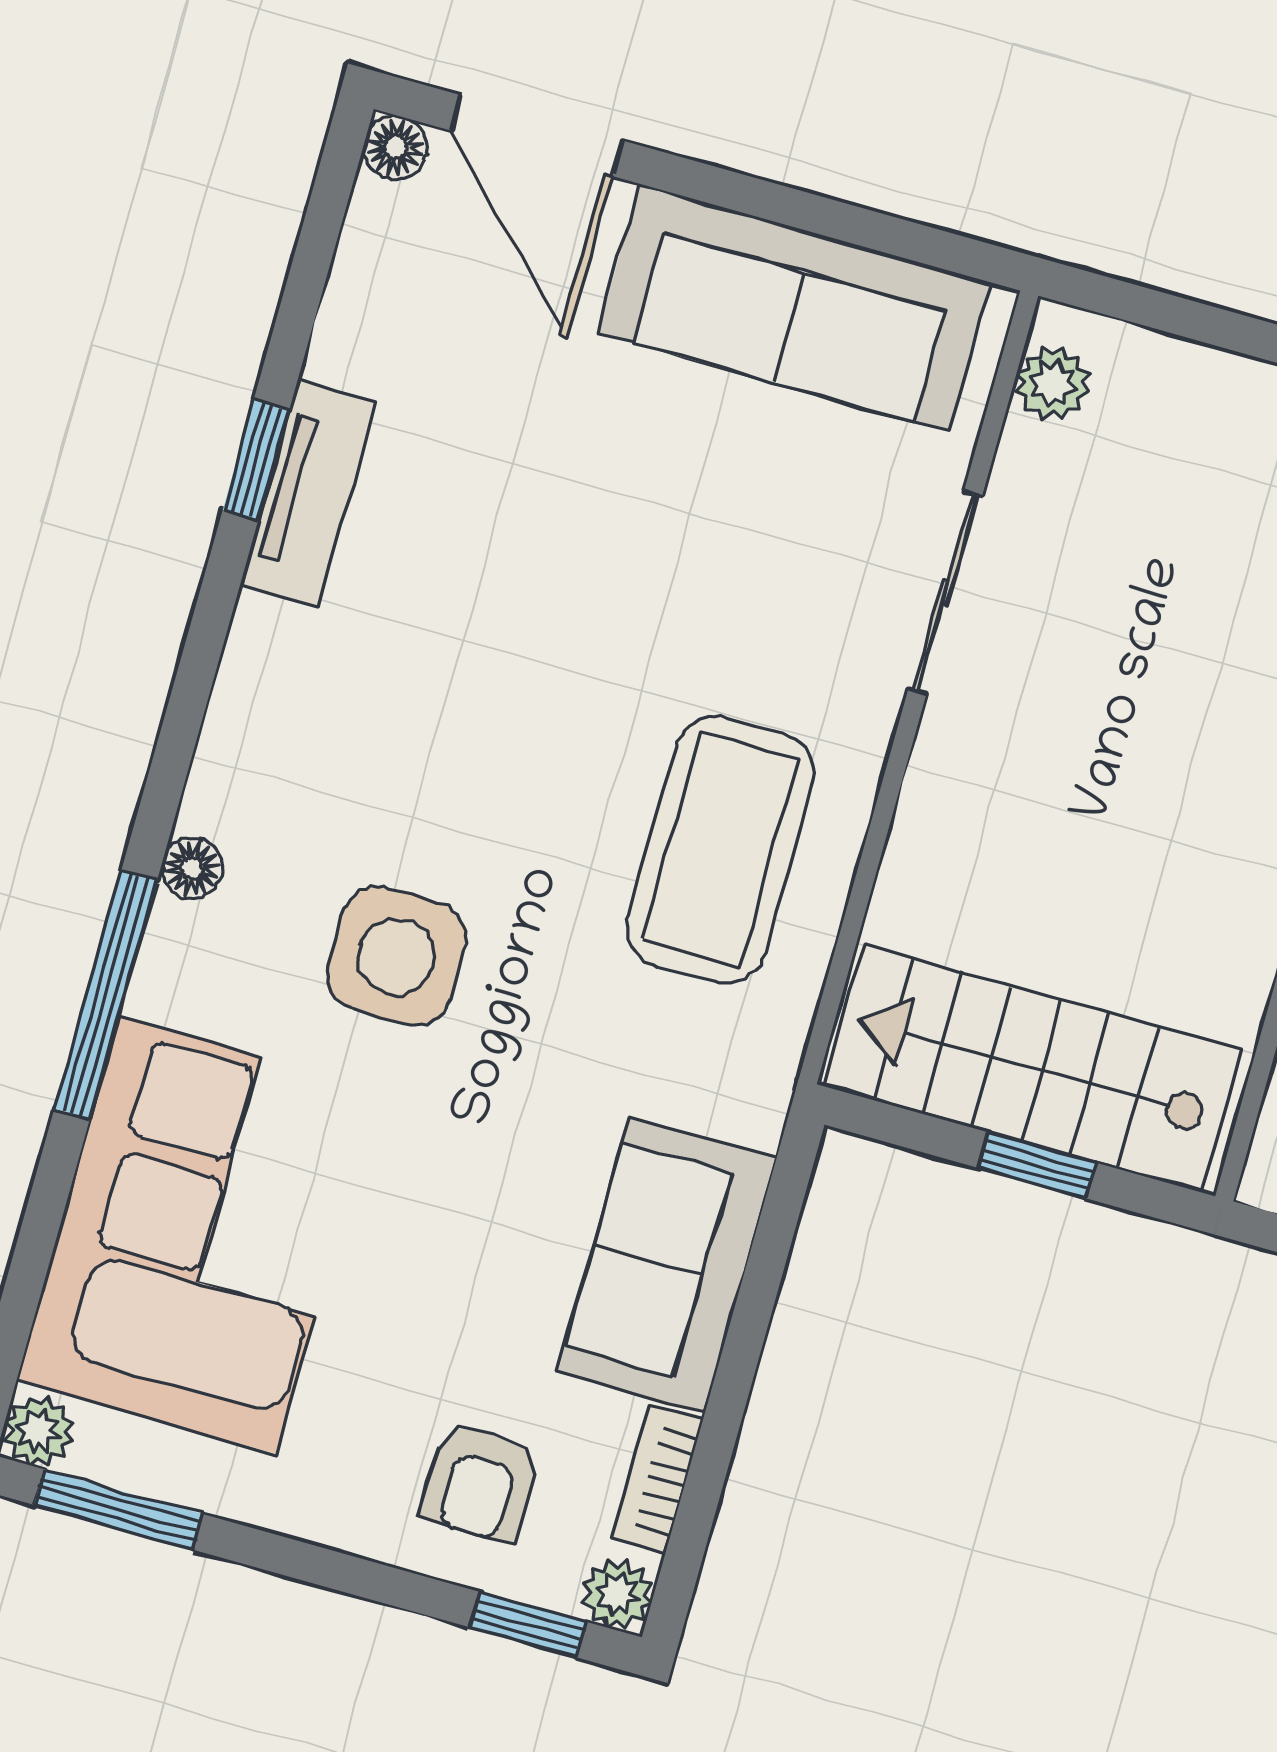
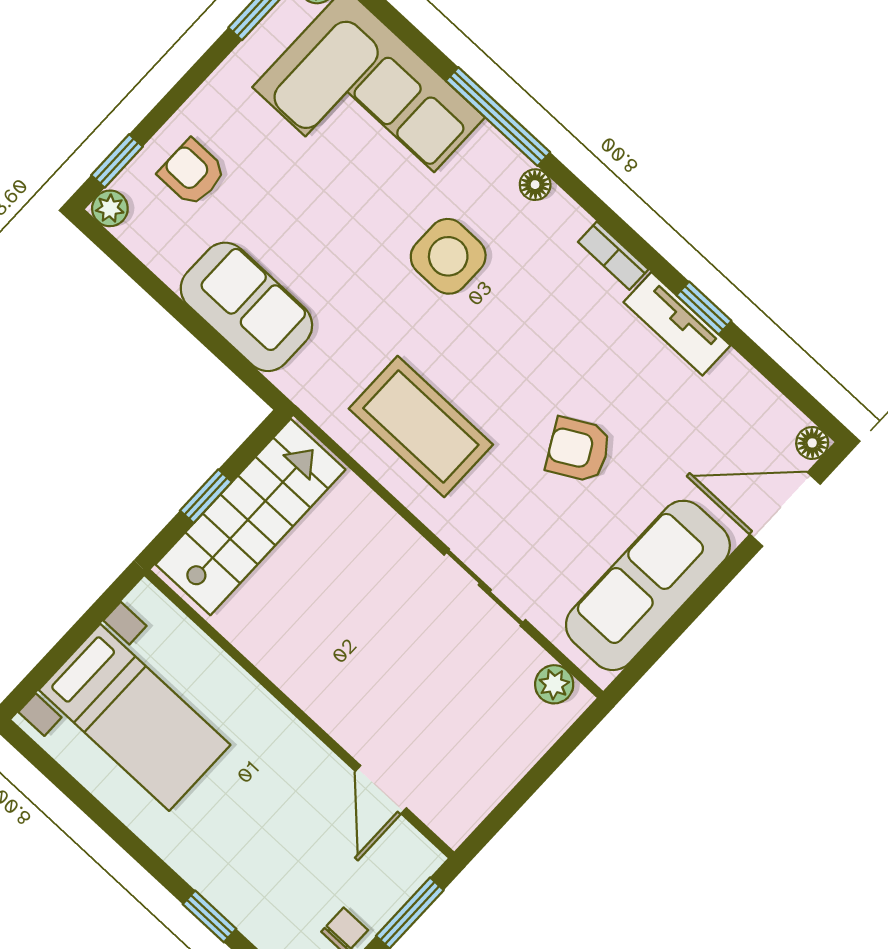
armchair: (618, 553) -> (578, 450), added
bookcase: (657, 1480) -> (613, 256), moved, turned 180

